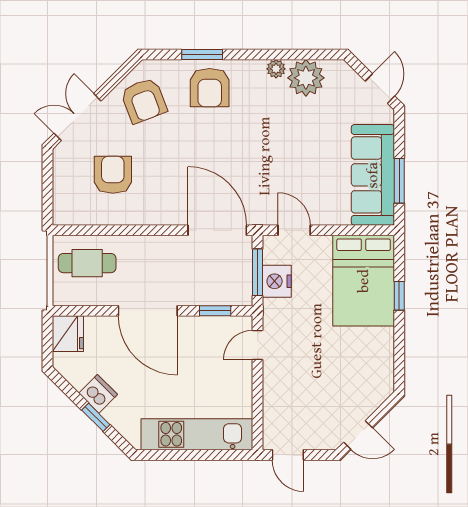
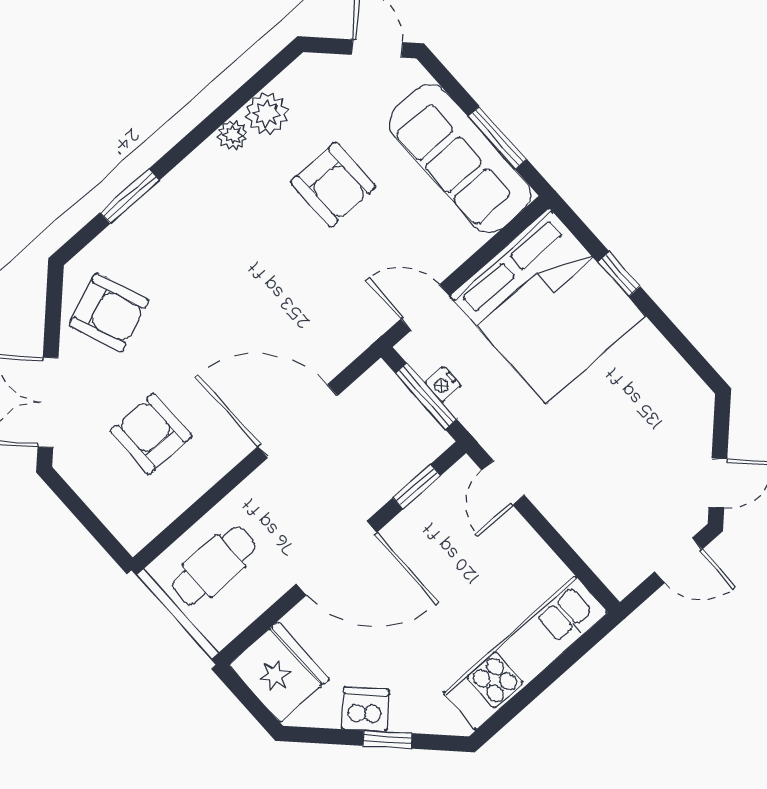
plant: (306, 78) -> (267, 113), width x0.73, depth x0.73
armchair: (210, 88) -> (333, 185), moved
door: (217, 230) -> (298, 421), moved
nightstand: (277, 281) -> (443, 384), width x0.53, depth x0.56
bed: (364, 281) -> (548, 306), width x1.36
fridge: (68, 334) -> (279, 672), width x1.36, depth x1.34
door: (288, 455) -> (679, 560), moved

